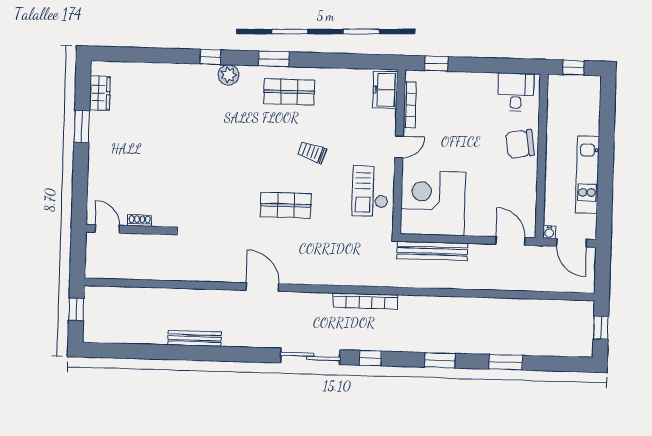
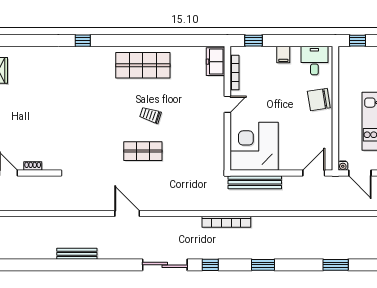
window: (274, 59) -> (131, 41), removed
plant: (229, 75) -> (97, 54), removed
filing cabinet: (475, 83) -> (283, 54), added
shop shelf: (289, 92) -> (143, 65), width x1.43, depth x1.36
trolley: (312, 152) -> (150, 115), moved
checkout: (370, 191) -> (207, 138), removed
door: (510, 241) -> (314, 173), hinge flipped
bookcase: (365, 301) -> (226, 222), moved
window: (506, 362) -> (336, 265), moved

